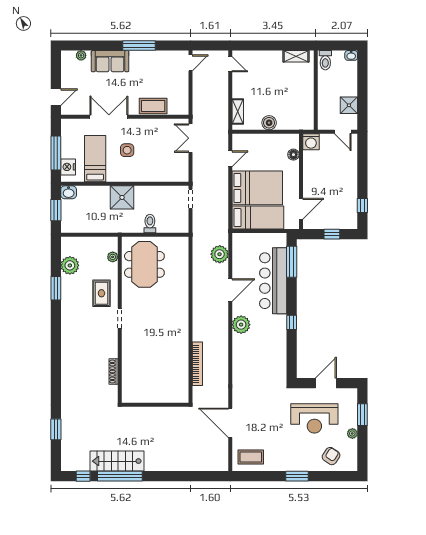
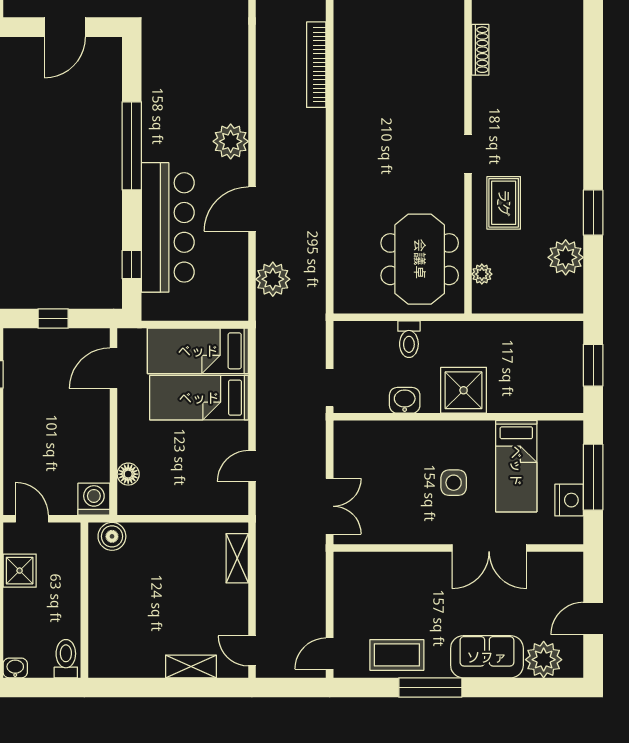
plant: (81, 55) -> (544, 660), width x1.87, depth x1.87
shelving: (296, 56) -> (191, 666), moved
door: (56, 97) -> (593, 618), moved
coffee table: (153, 106) -> (397, 655), moved
boiler: (269, 123) -> (112, 536), moved
nightstand: (68, 167) -> (569, 500), moved
bed: (257, 188) -> (199, 398), width x0.67
washbasin: (69, 192) -> (405, 400), moved
window: (292, 262) -> (132, 265), width x0.46
window: (292, 322) -> (132, 146), width x3.17

